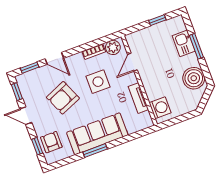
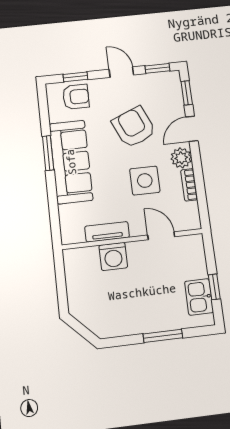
kitchen sink: (184, 43) -> (199, 297), moved, turned -90
plant: (113, 47) -> (181, 158), moved
boiler: (194, 78) -> (116, 320), removed
washing machine: (160, 108) -> (113, 256), moved
door: (26, 116) -> (121, 72), hinge flipped

